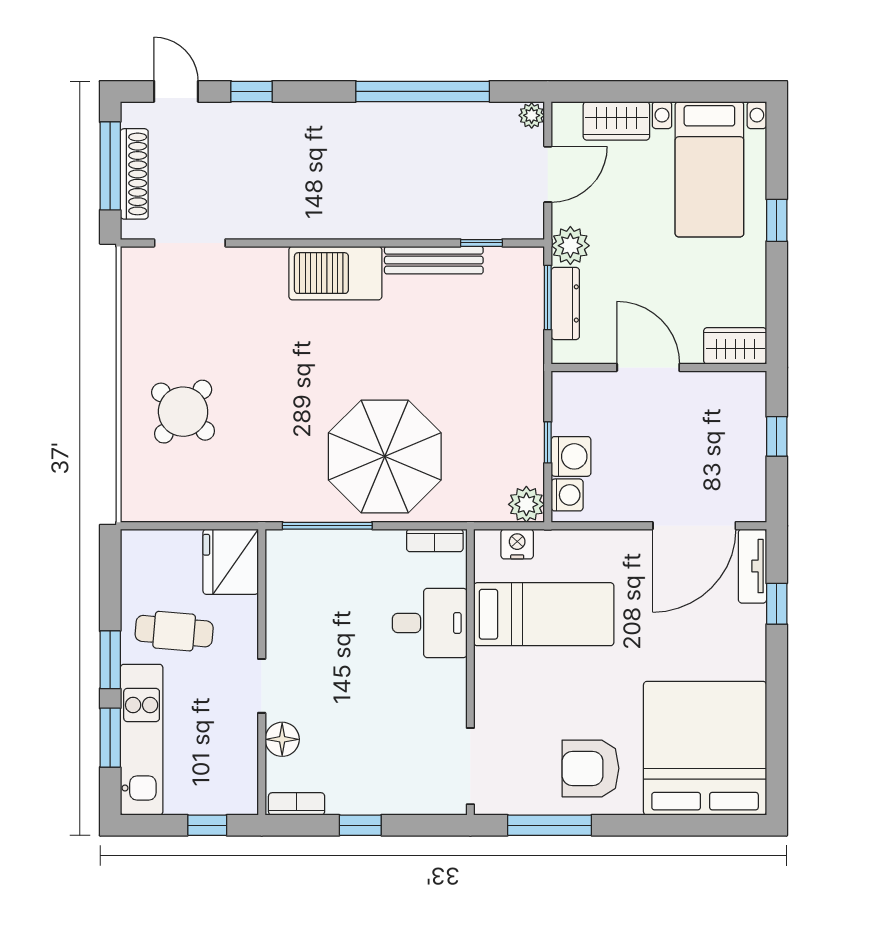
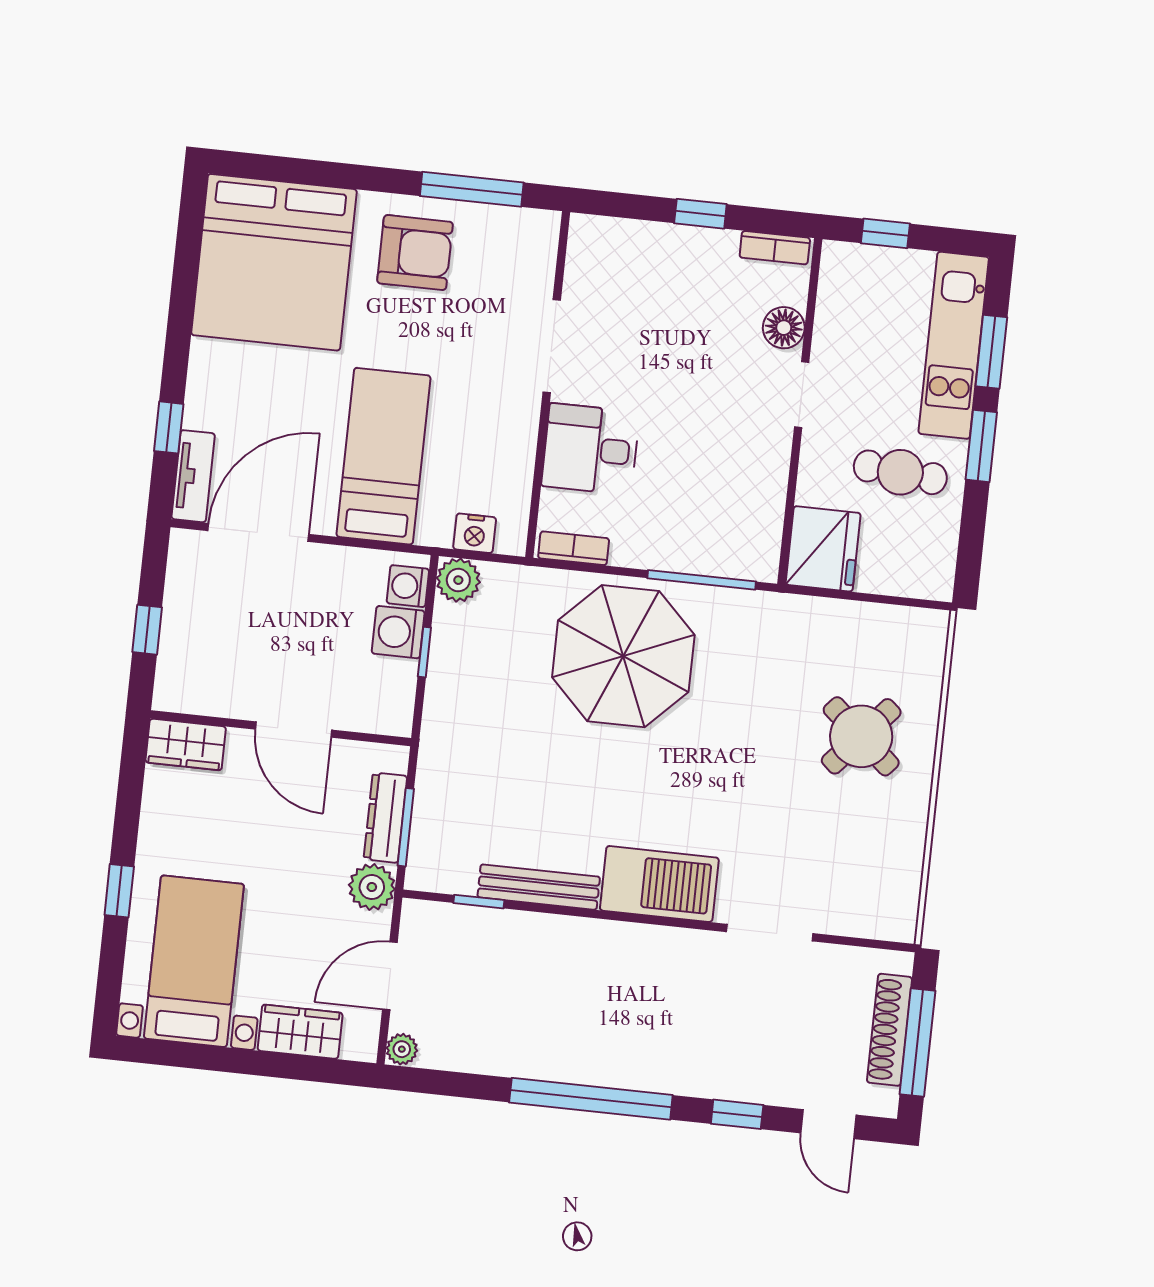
window: (423, 91) -> (591, 1099), moved
doorway: (190, 243) -> (770, 933), moved
bed: (544, 614) -> (383, 456), moved, turned 90
doorway: (470, 766) -> (552, 346), moved

